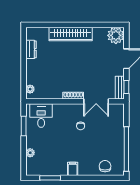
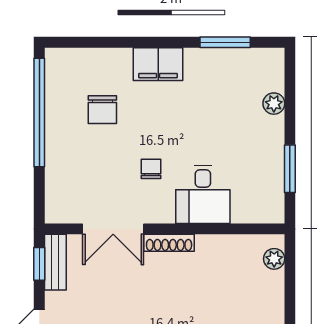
double door: (96, 101) -> (113, 229), swing flipped
desk: (41, 116) -> (203, 194), moved
chair: (105, 166) -> (102, 110), moved
filing cabinet: (73, 169) -> (158, 64), width x2.00

